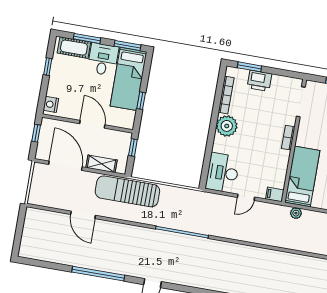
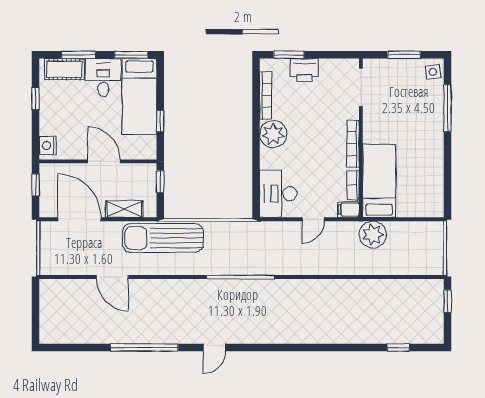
bookcase: (288, 138) -> (353, 144), width x1.56
bookcase: (282, 176) -> (353, 185), added
plant: (296, 213) -> (373, 235), width x1.87, depth x1.87

